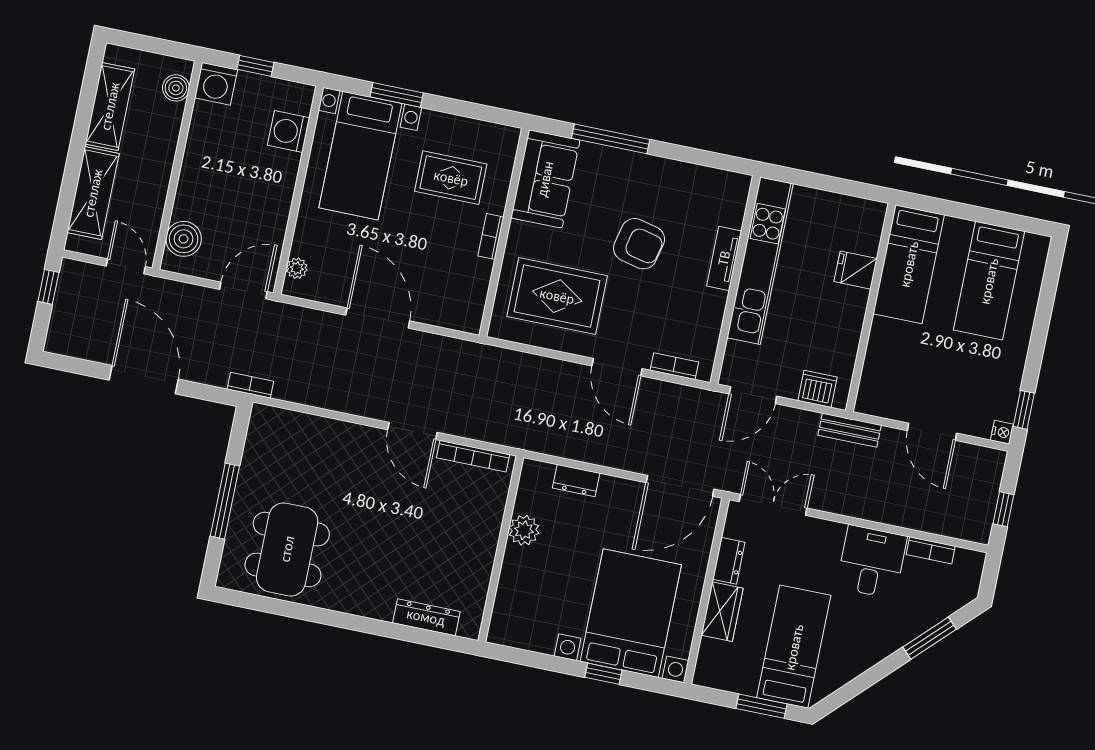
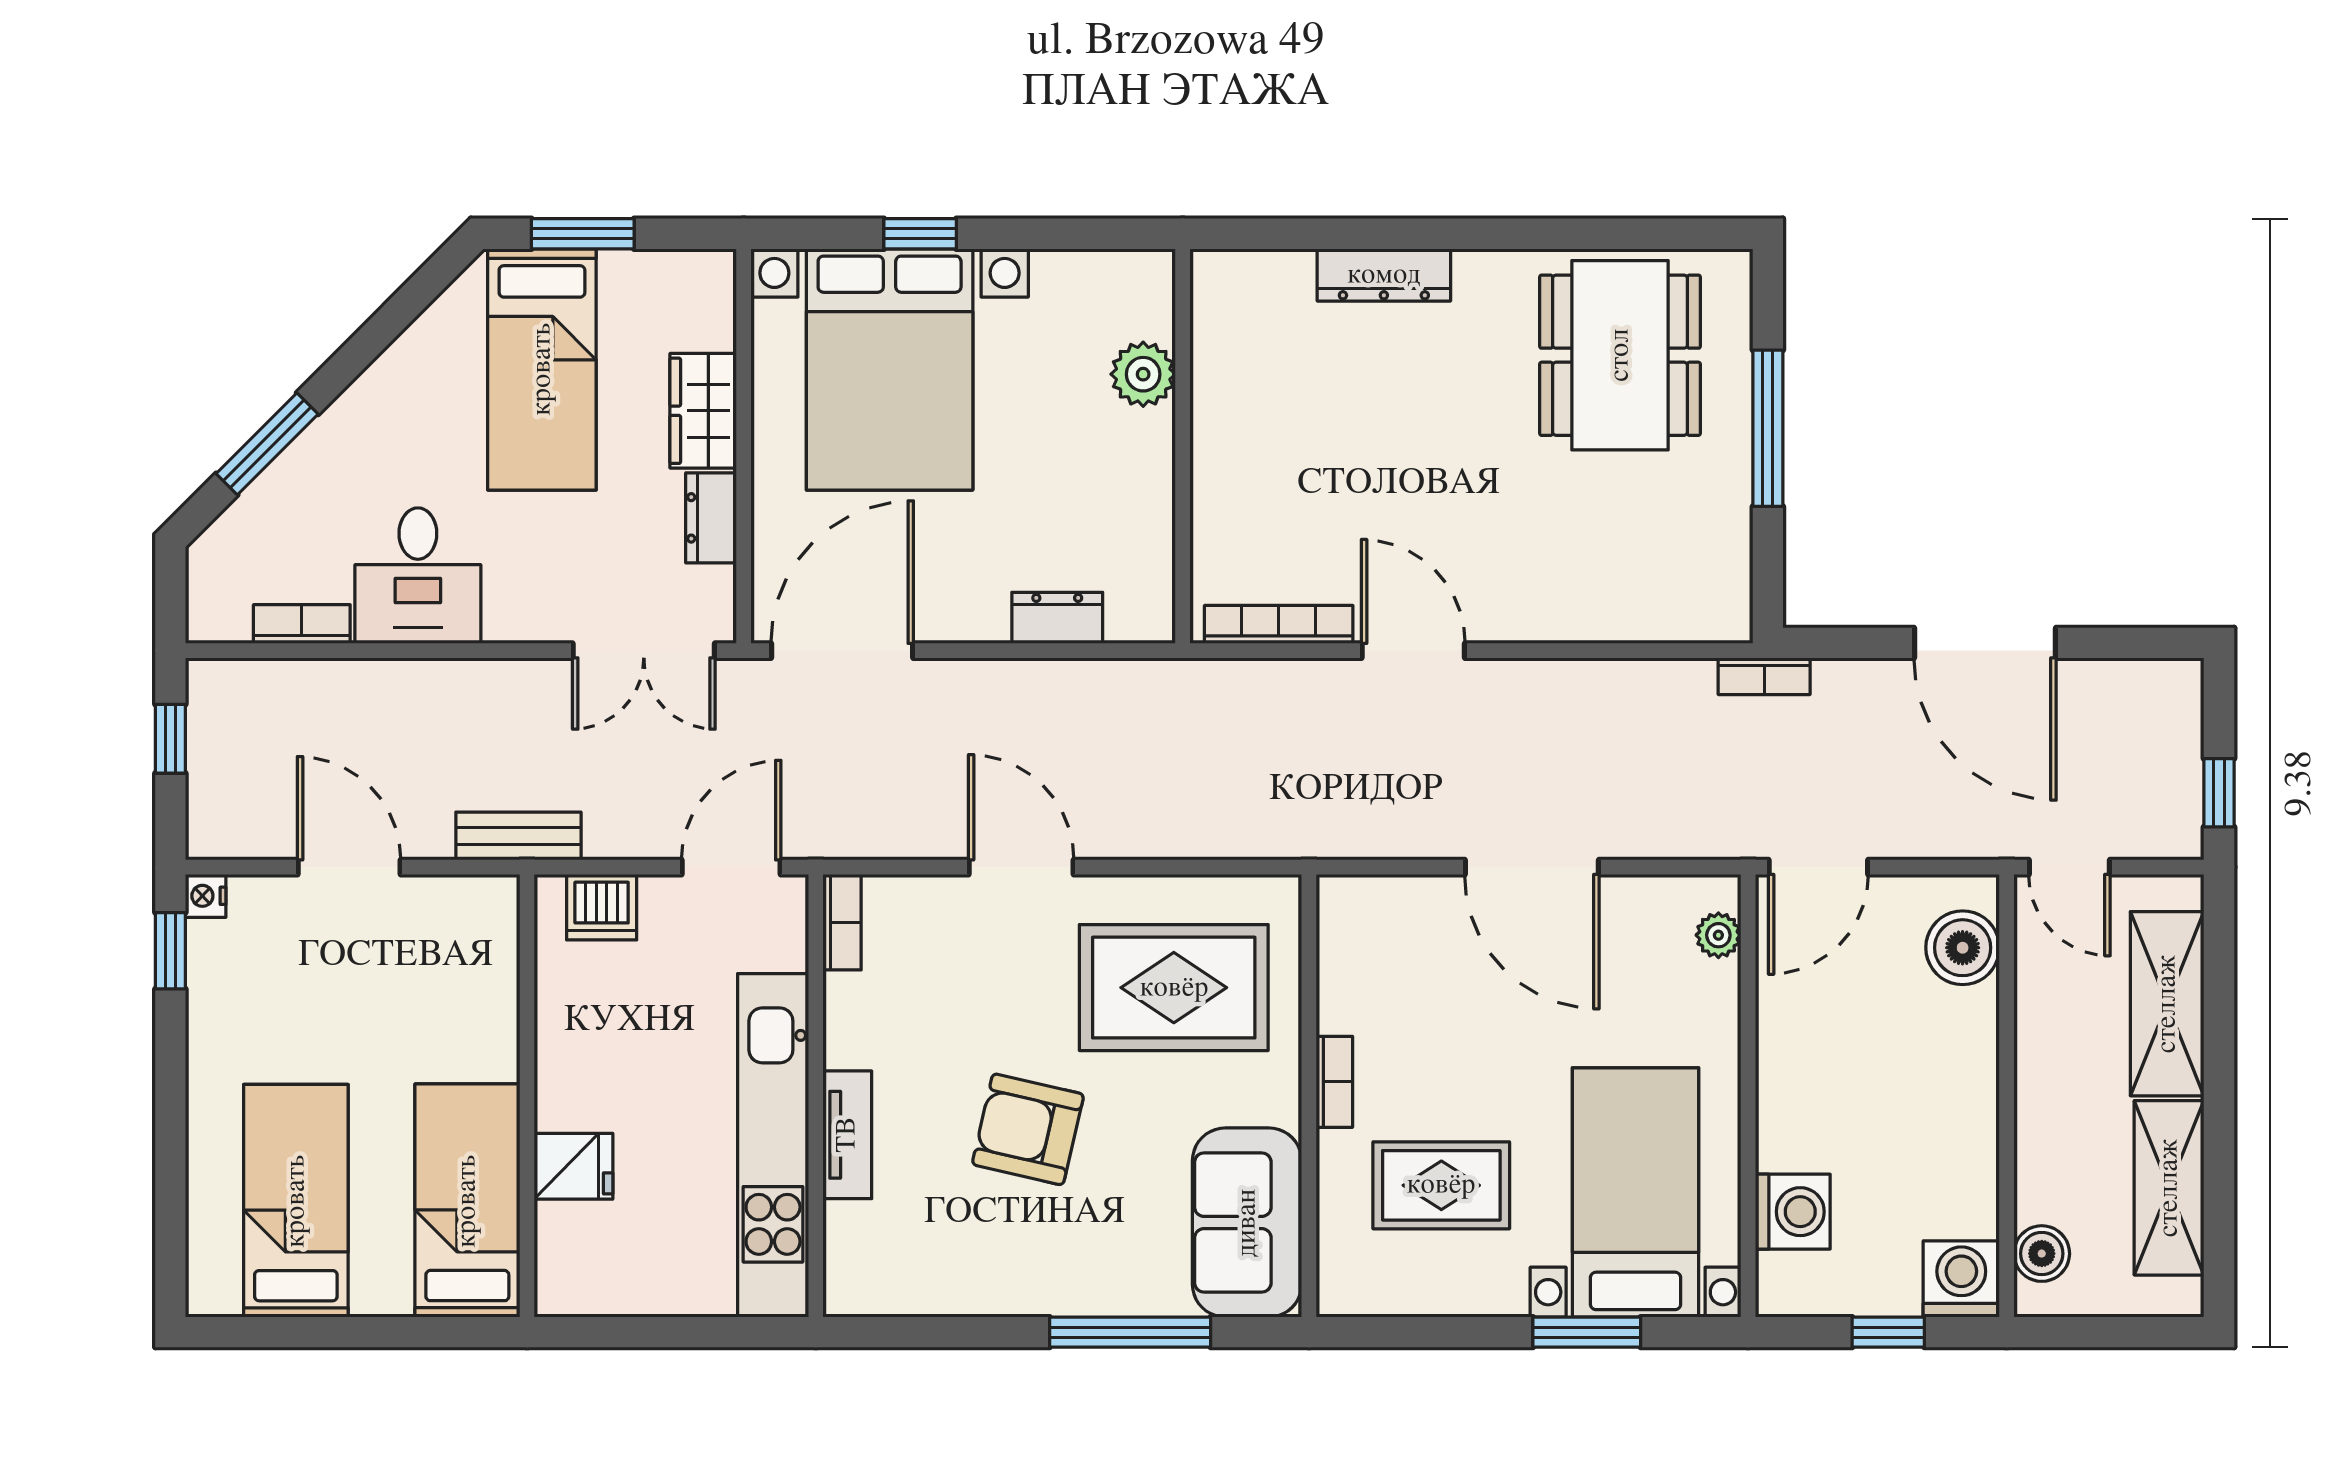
bookcase: (674, 366) -> (842, 922), moved, turned -90
plant: (524, 530) -> (1143, 374), moved
dresser: (426, 617) -> (1384, 275), moved

